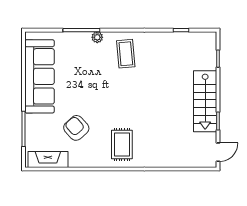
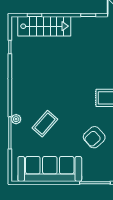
coffee table: (126, 54) -> (45, 124), moved, turned -44
stairs: (205, 101) -> (44, 26), moved

